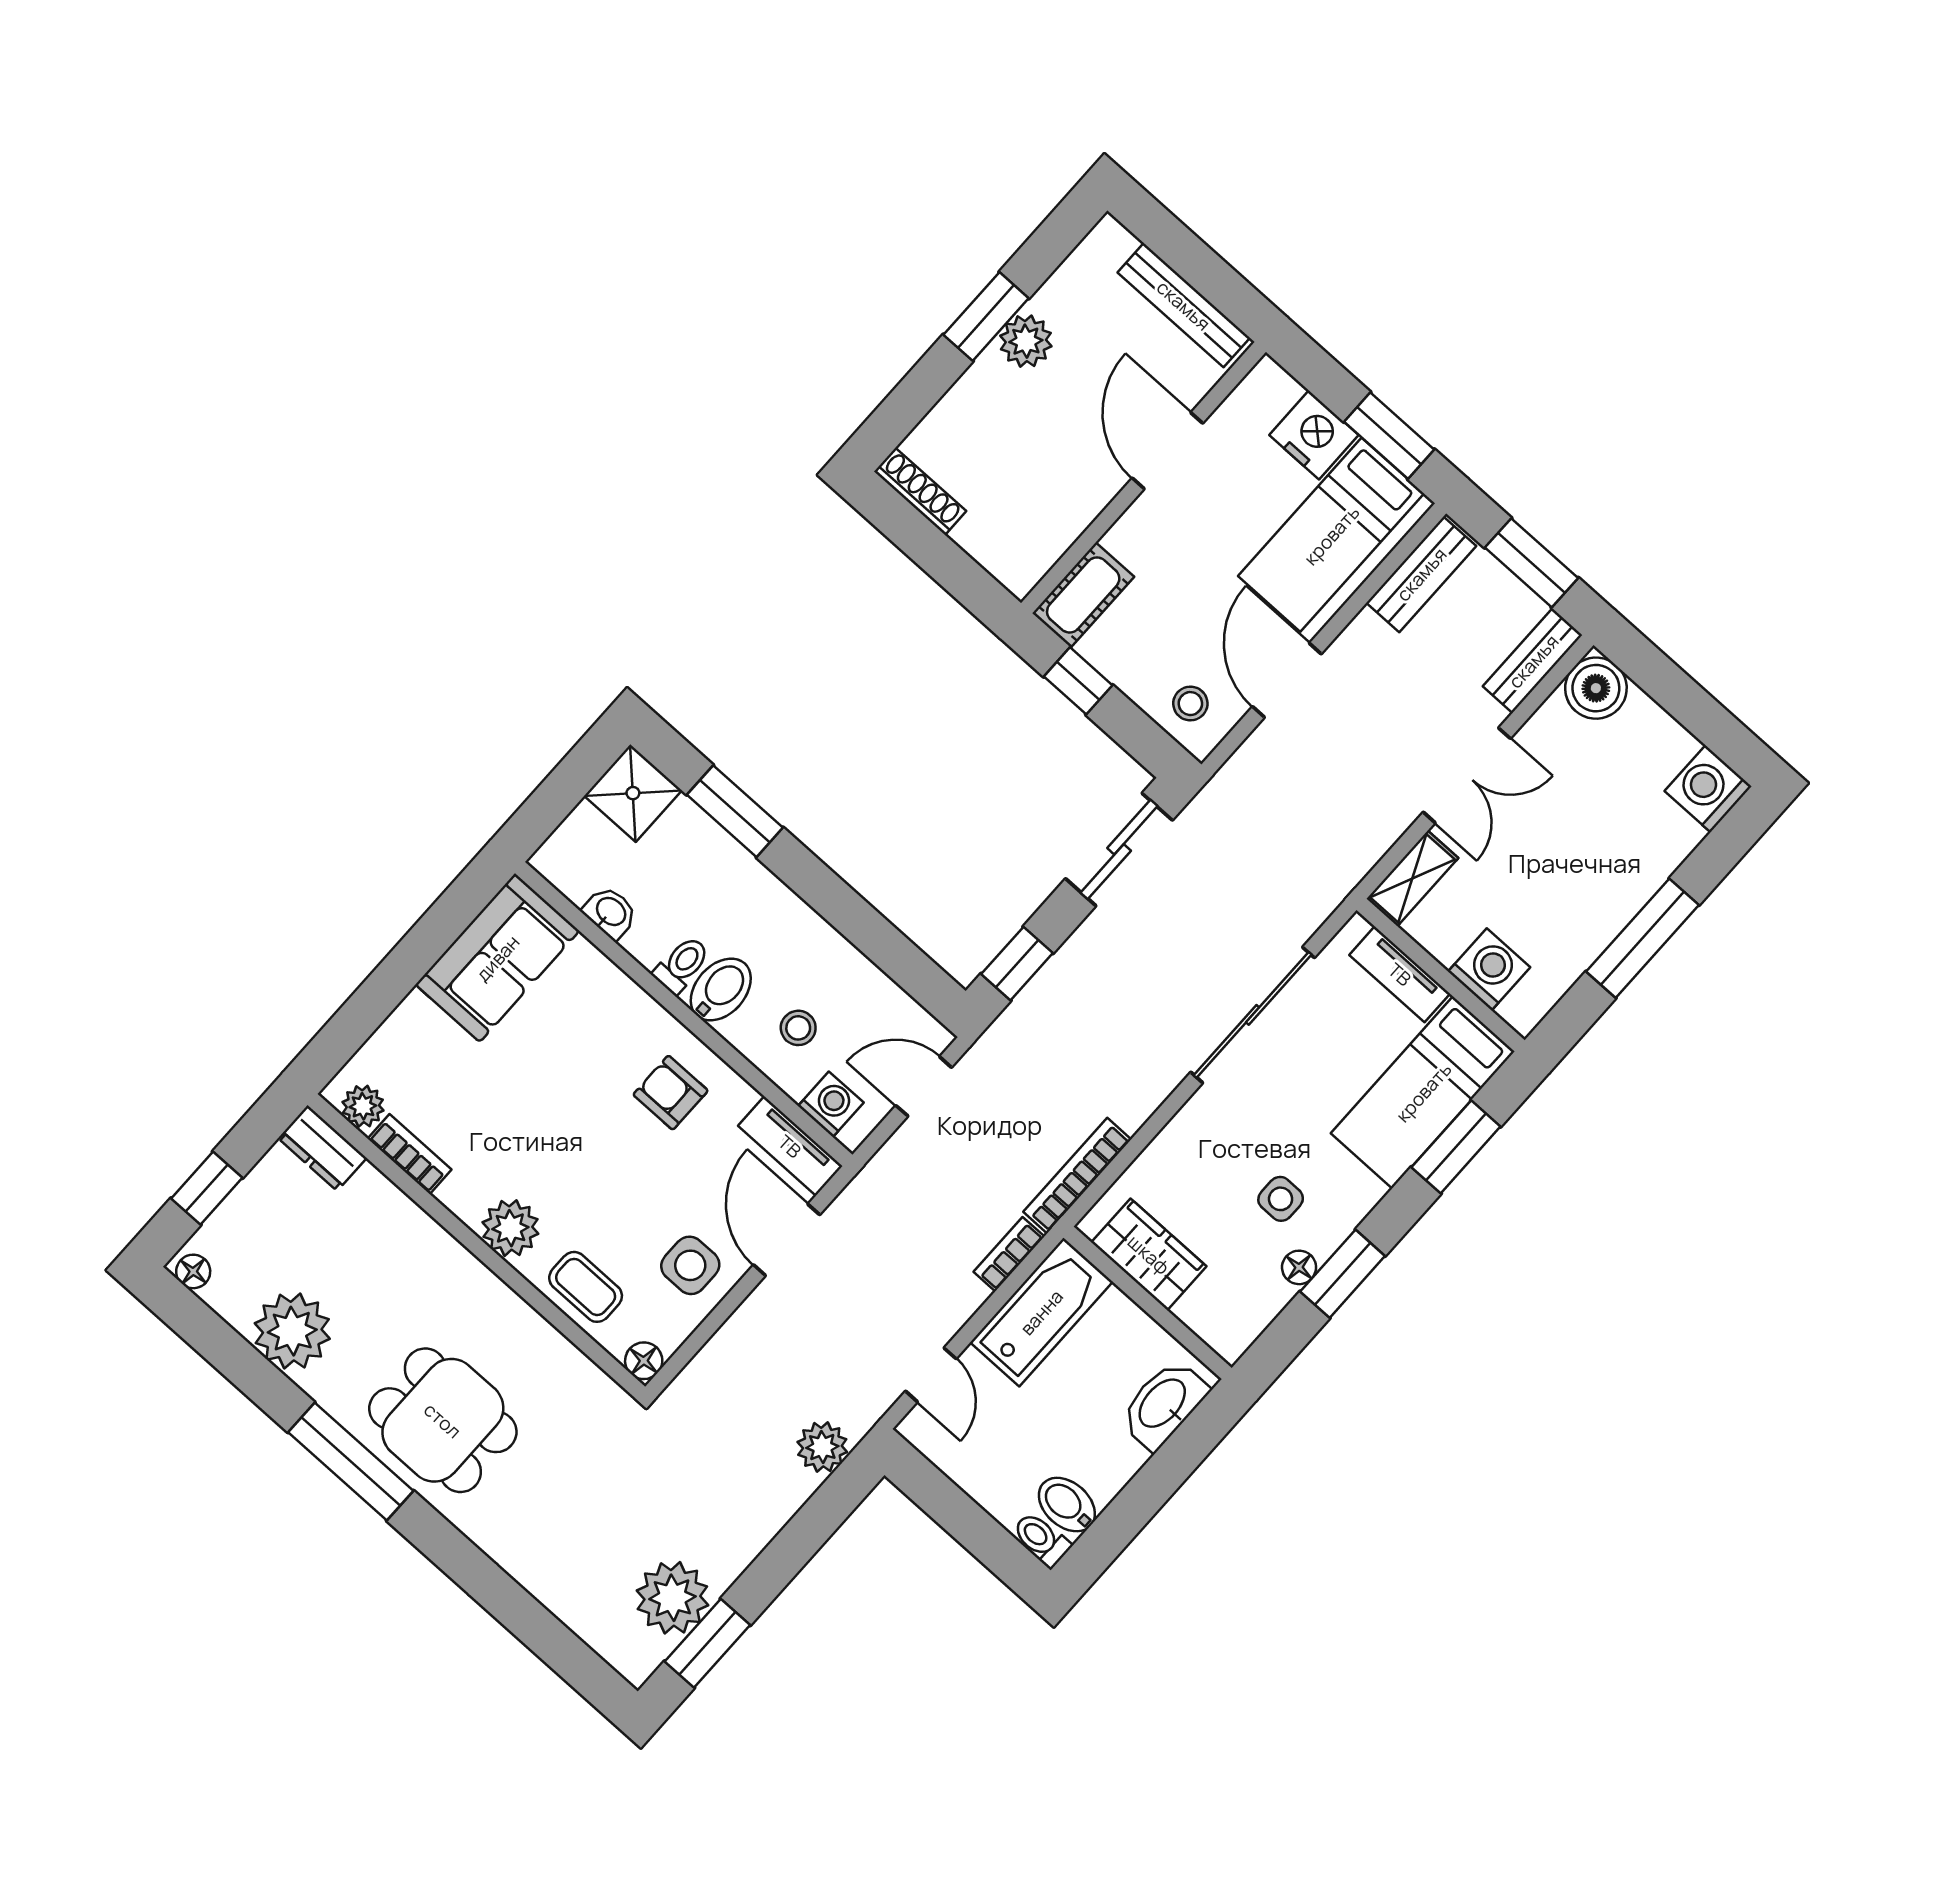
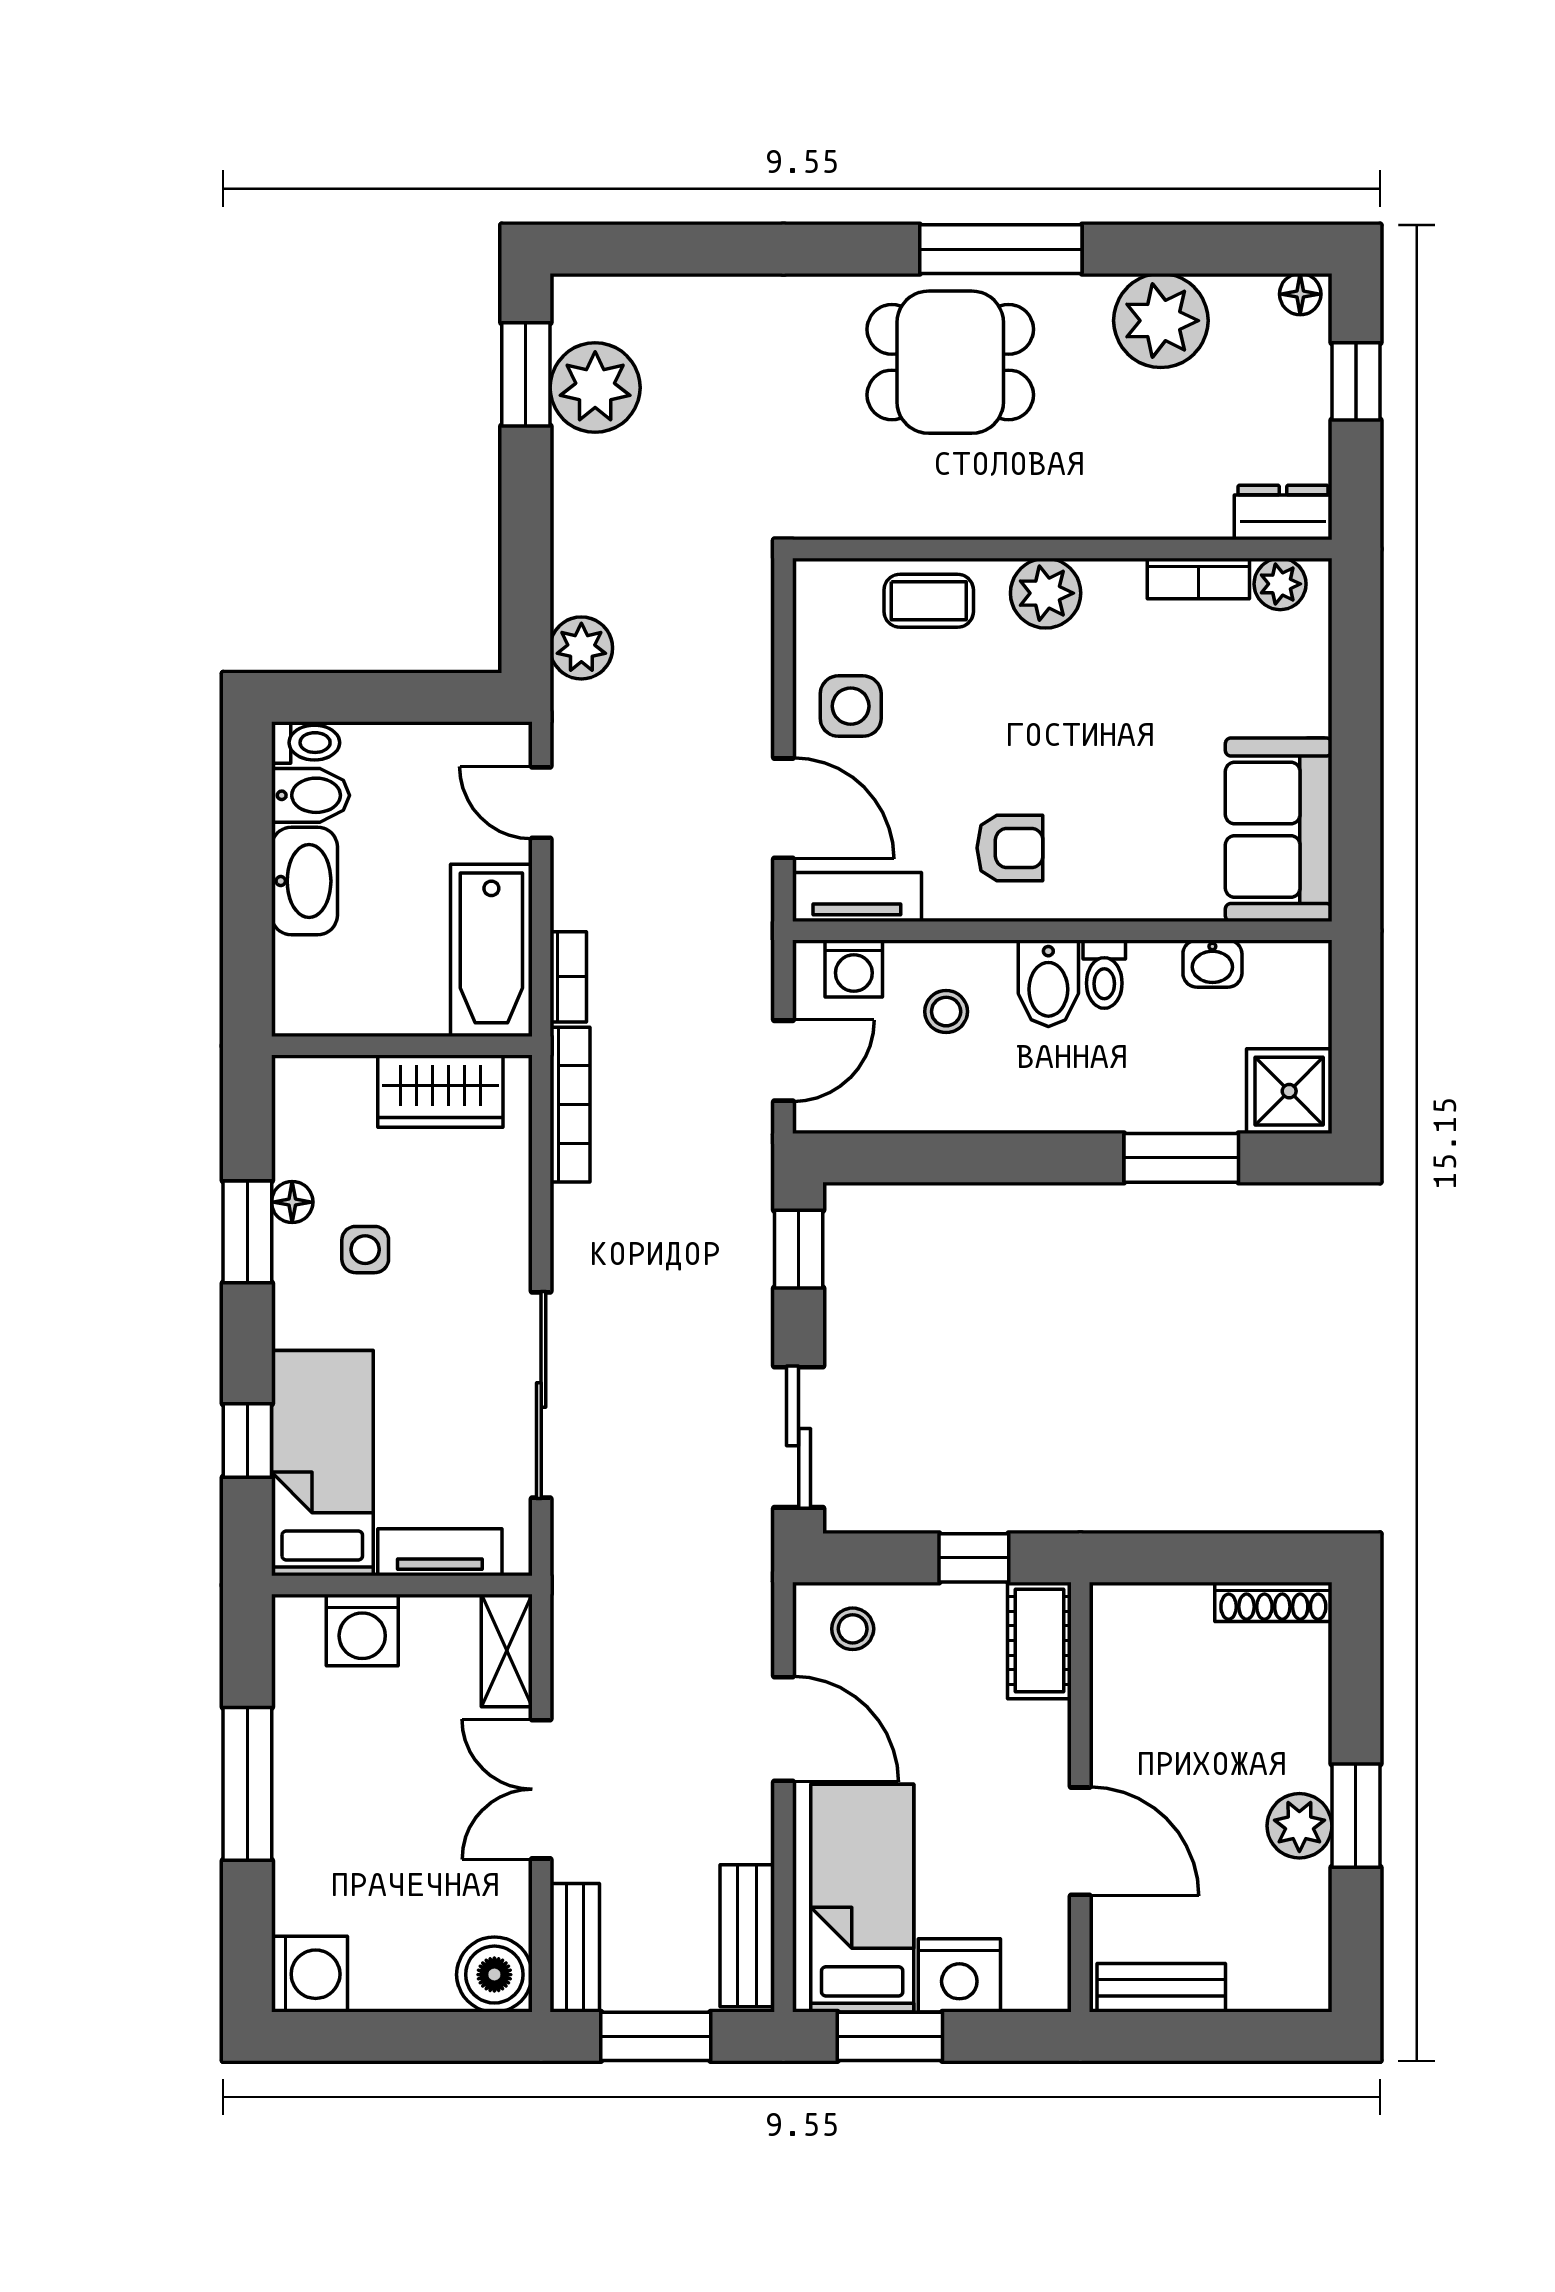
bench: (1184, 305) -> (1161, 1988), width x0.73
window: (1456, 1147) -> (247, 1441), width x0.67
floor lamp: (644, 1361) -> (815, 581), removed
washbasin: (1163, 1404) -> (304, 881), moved

